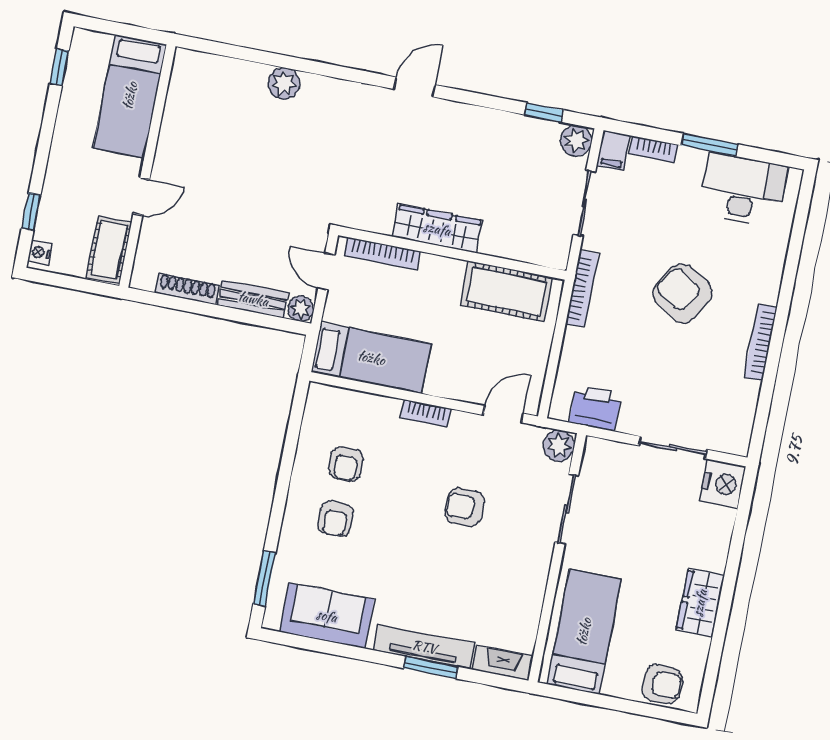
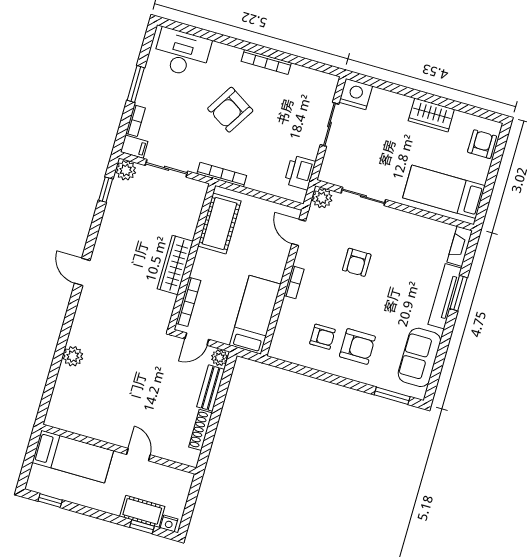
desk: (743, 190) -> (182, 53), moved, turned 90
cot: (109, 250) -> (142, 511), moved
armchair: (336, 519) -> (357, 347), width x1.38, depth x1.38

